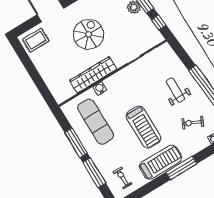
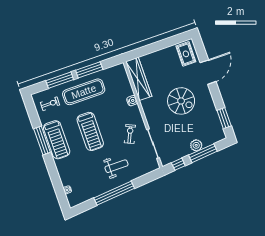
wardrobe: (93, 75) -> (139, 79), moved
exercise mat: (96, 122) -> (84, 92), moved
exercise bike: (193, 123) -> (130, 134), moved
treadmill: (144, 127) -> (90, 131), turned -90
window: (181, 168) -> (42, 140), moved

